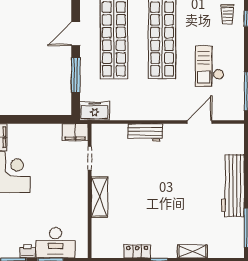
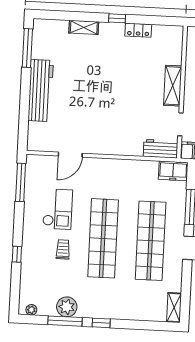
trolley: (227, 14) -> (63, 249), moved
workbench: (145, 133) -> (161, 149), moved

